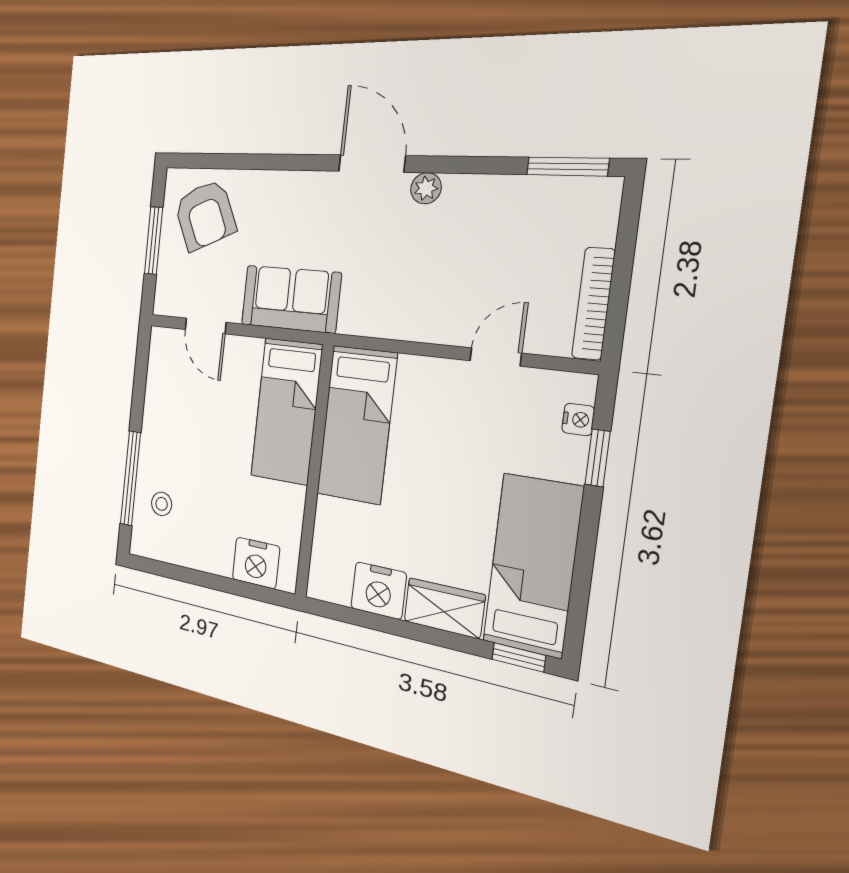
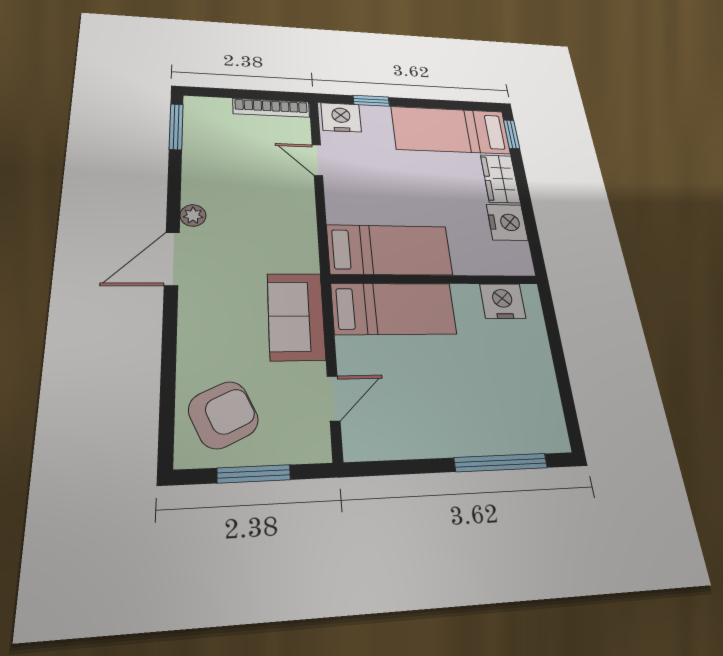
nightstand: (578, 419) -> (341, 117), width x1.89, depth x1.79
stool: (162, 504) -> (512, 422), removed
nightstand: (256, 563) -> (503, 301), moved, turned -90

